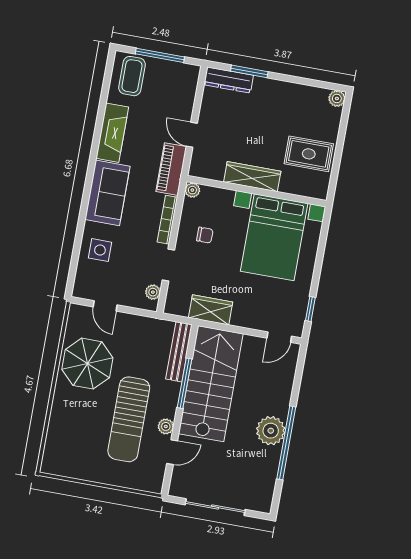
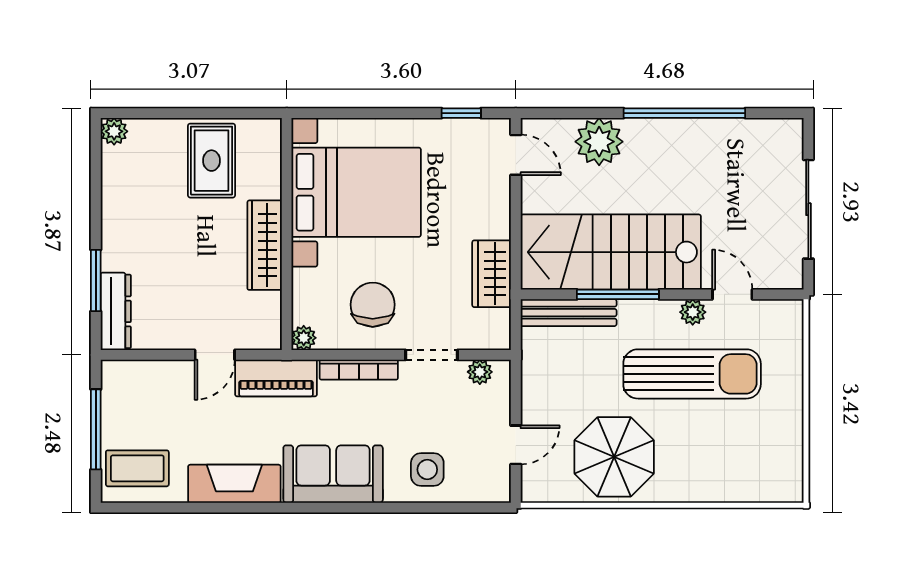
chair: (205, 235) -> (373, 305), width x1.87, depth x1.87
plant: (271, 431) -> (599, 142), moved

